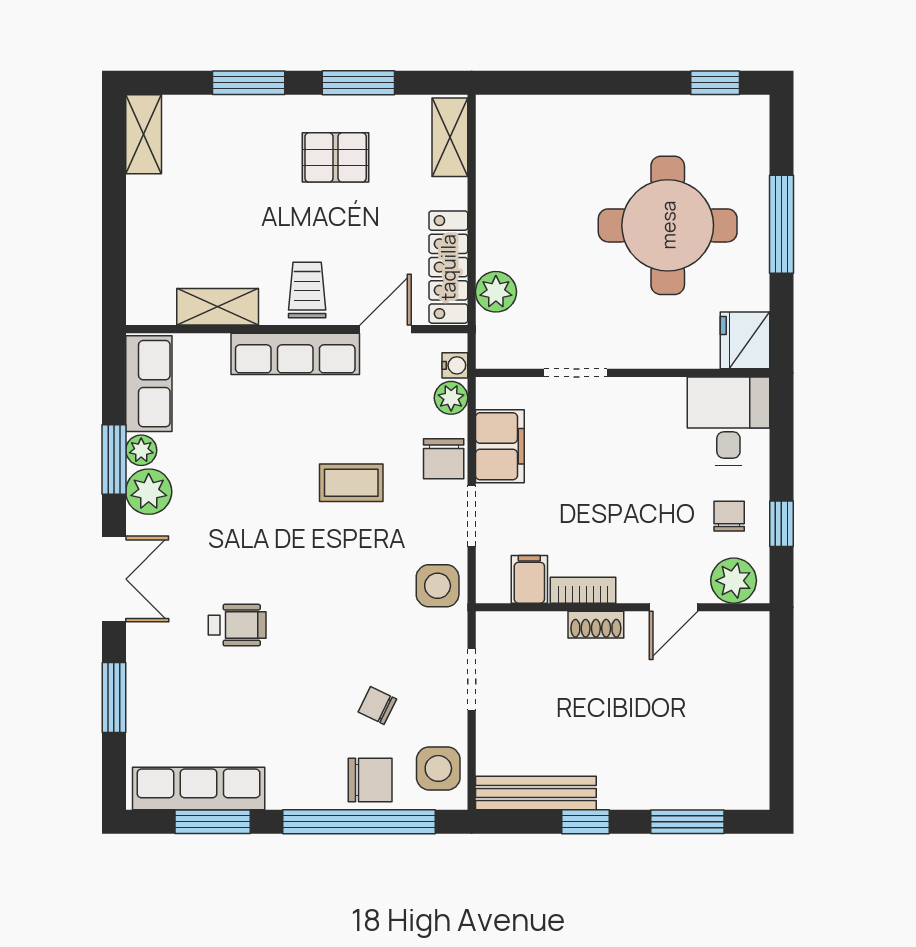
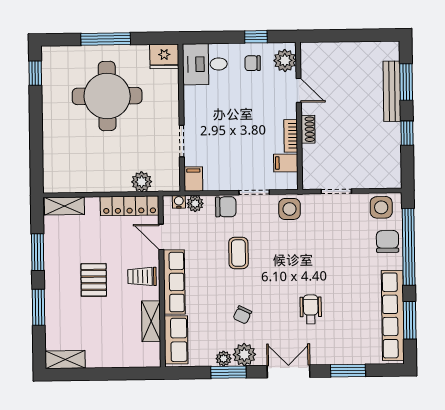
pallet: (336, 157) -> (94, 280), moved
row of seats: (149, 384) -> (176, 340), moved, turned 90
filing cabinet: (500, 446) -> (193, 179), moved, width x0.50
chair: (377, 706) -> (242, 315), moved
row of seats: (199, 789) -> (393, 315), width x1.36
bench: (536, 793) -> (392, 91), moved

